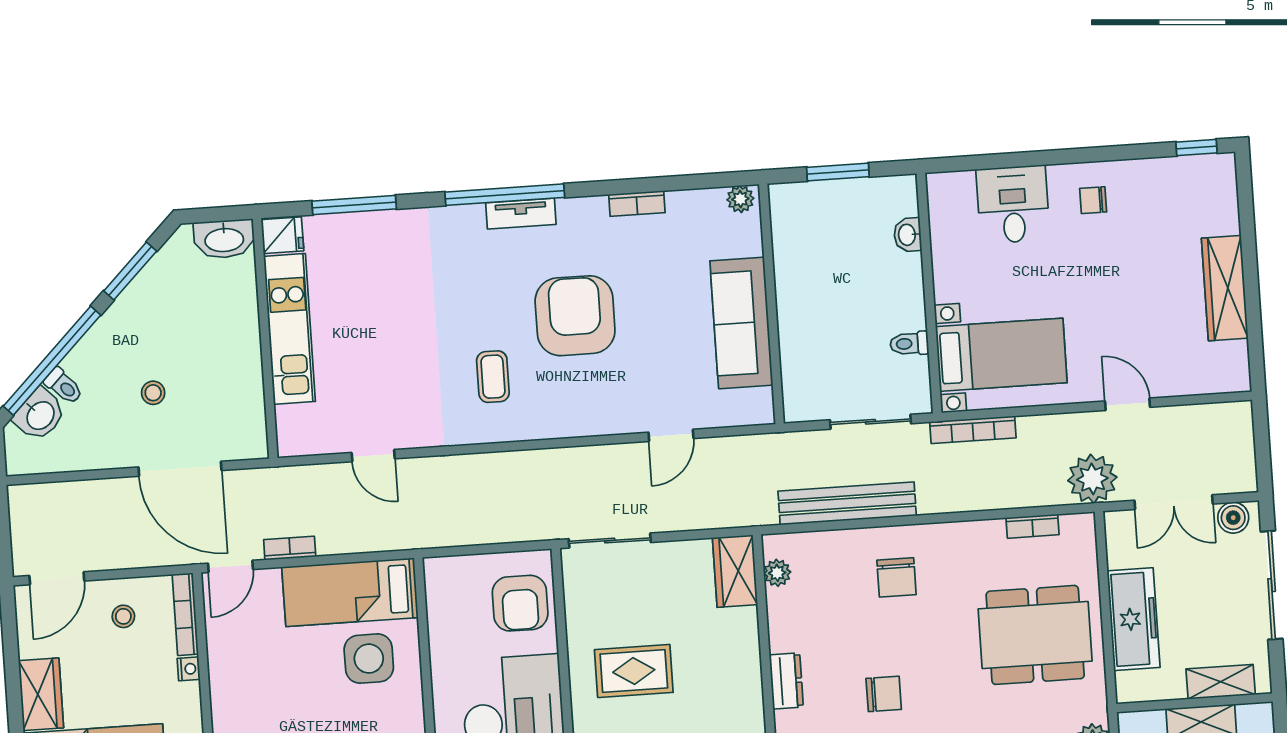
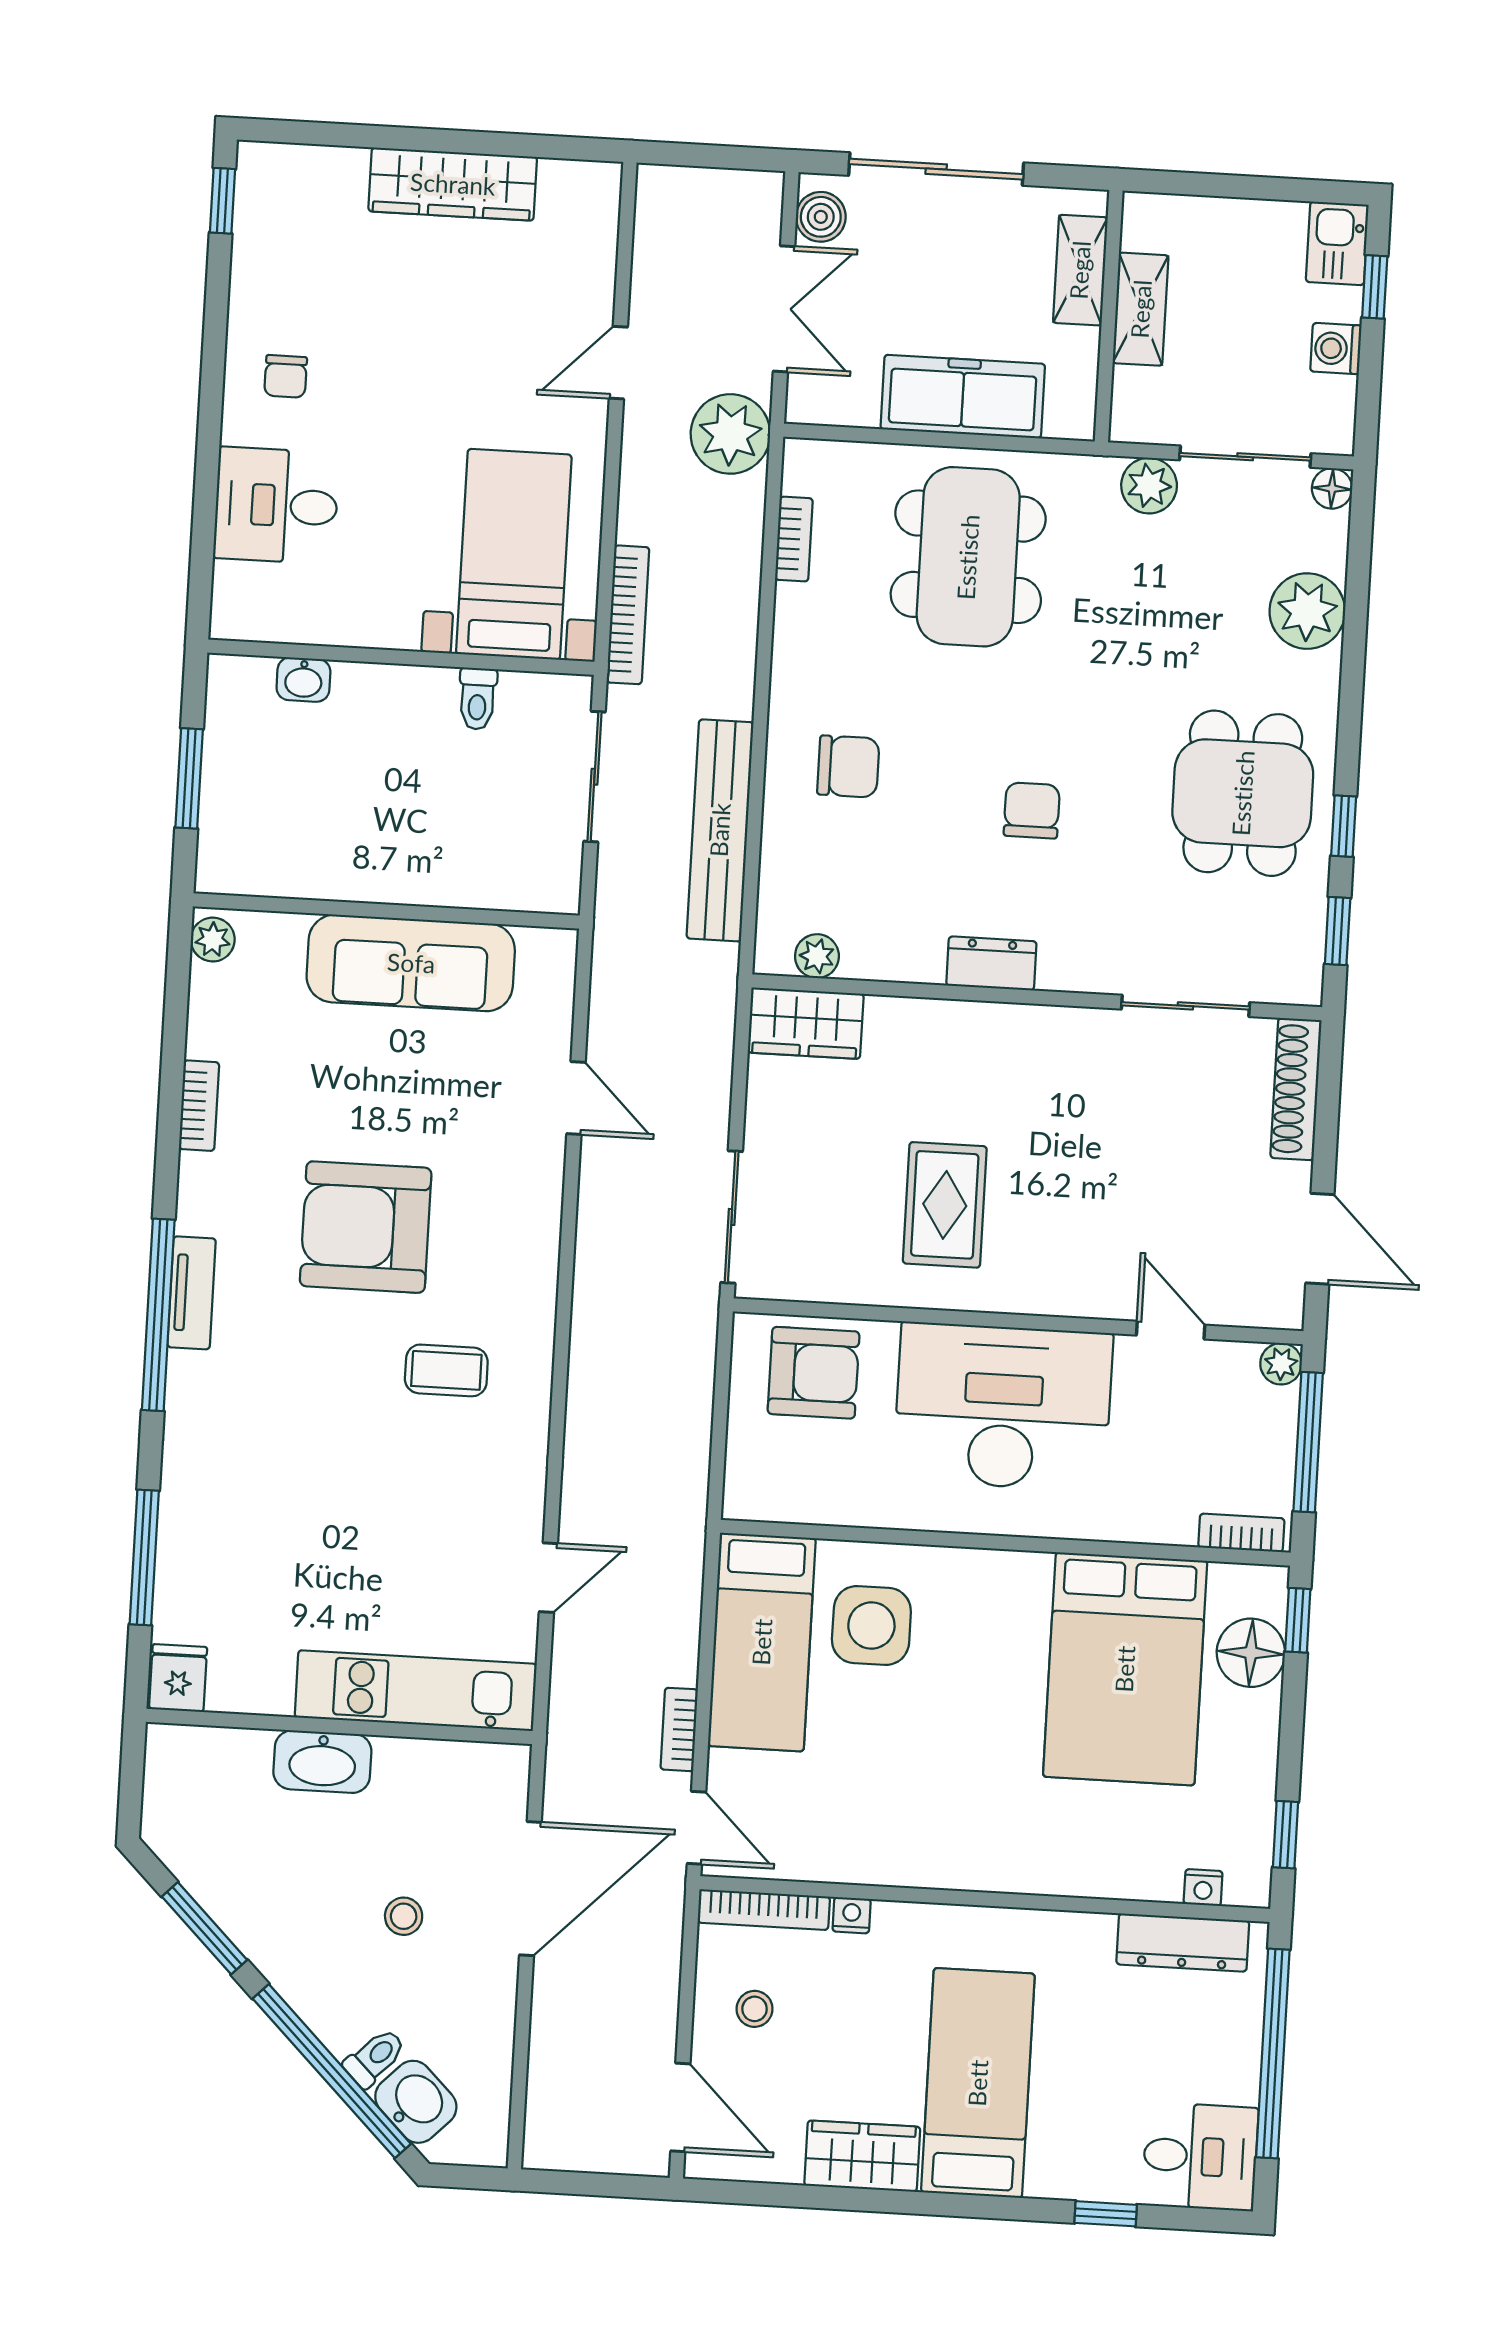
washbasin: (224, 239) -> (322, 1762), moved, turned 90
kitchen unit: (289, 329) -> (416, 1691), moved

